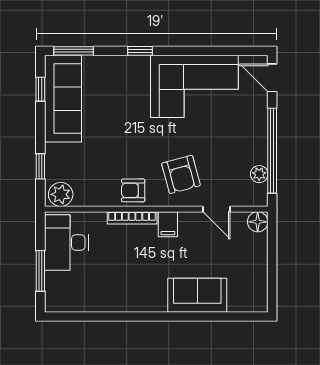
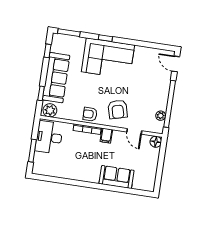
corner sofa: (194, 86) -> (108, 58), moved
sofa: (63, 99) -> (56, 78), moved

